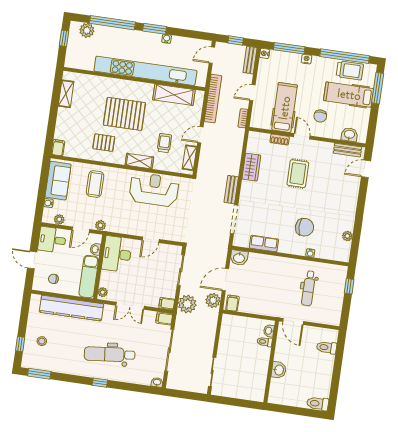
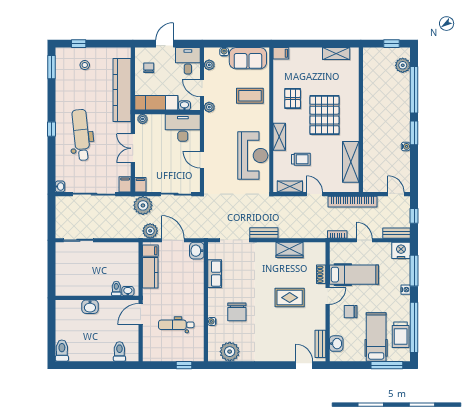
nightstand: (265, 53) -> (401, 250), width x1.89, depth x1.79
kitchen unit: (145, 71) -> (371, 130), removed
plant: (347, 236) -> (230, 352), width x1.87, depth x1.87
kitchen counter: (254, 306) -> (150, 273), added

